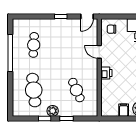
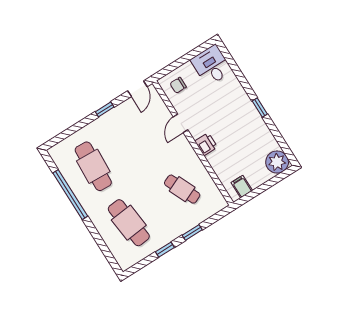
cafe table: (34, 45) -> (93, 166), width x1.37, depth x1.35
door: (99, 52) -> (181, 123), hinge flipped
filing cabinet: (124, 110) -> (242, 187), moved
plant: (53, 111) -> (169, 234), removed

